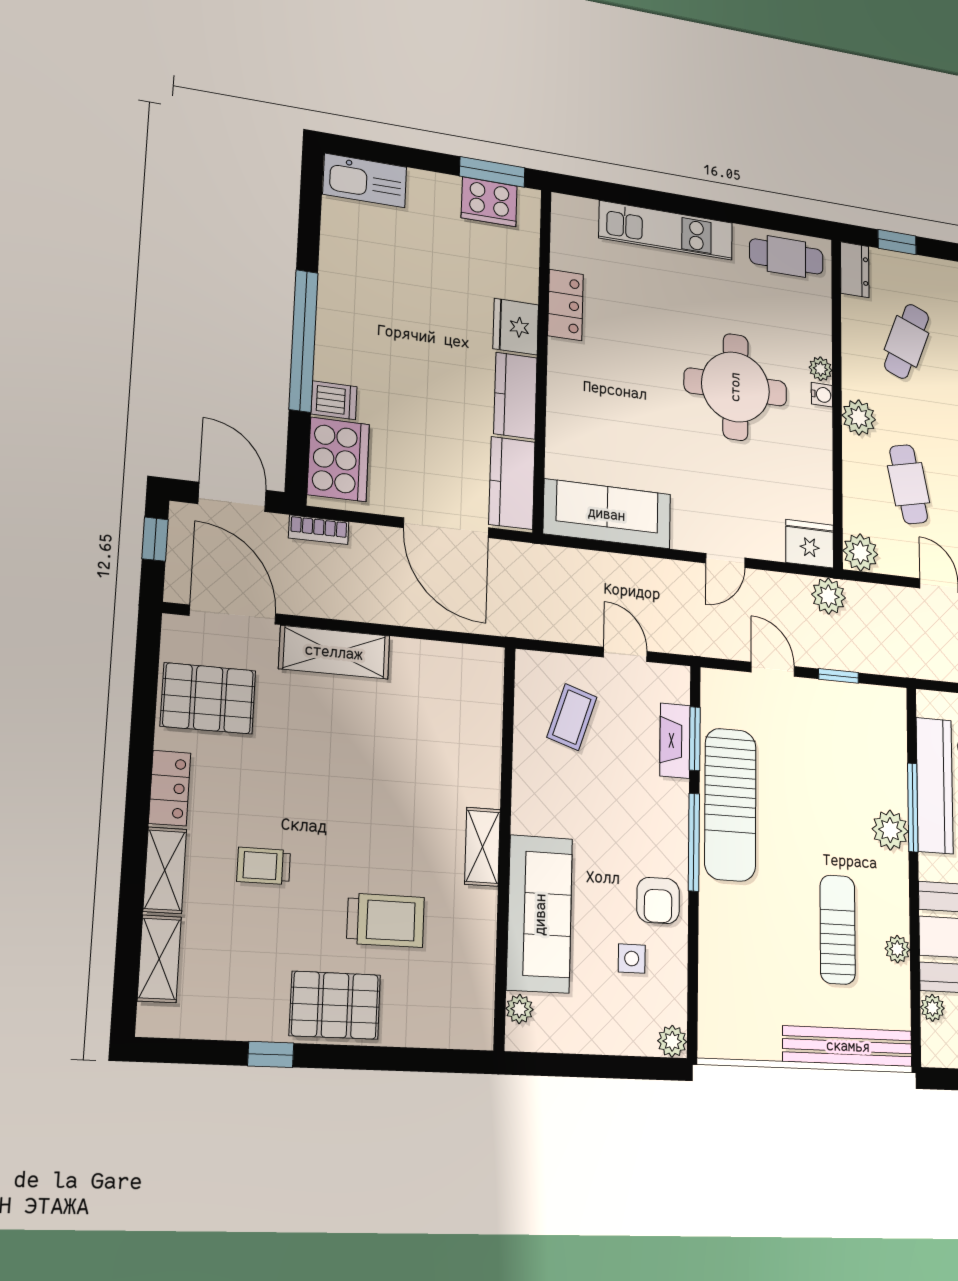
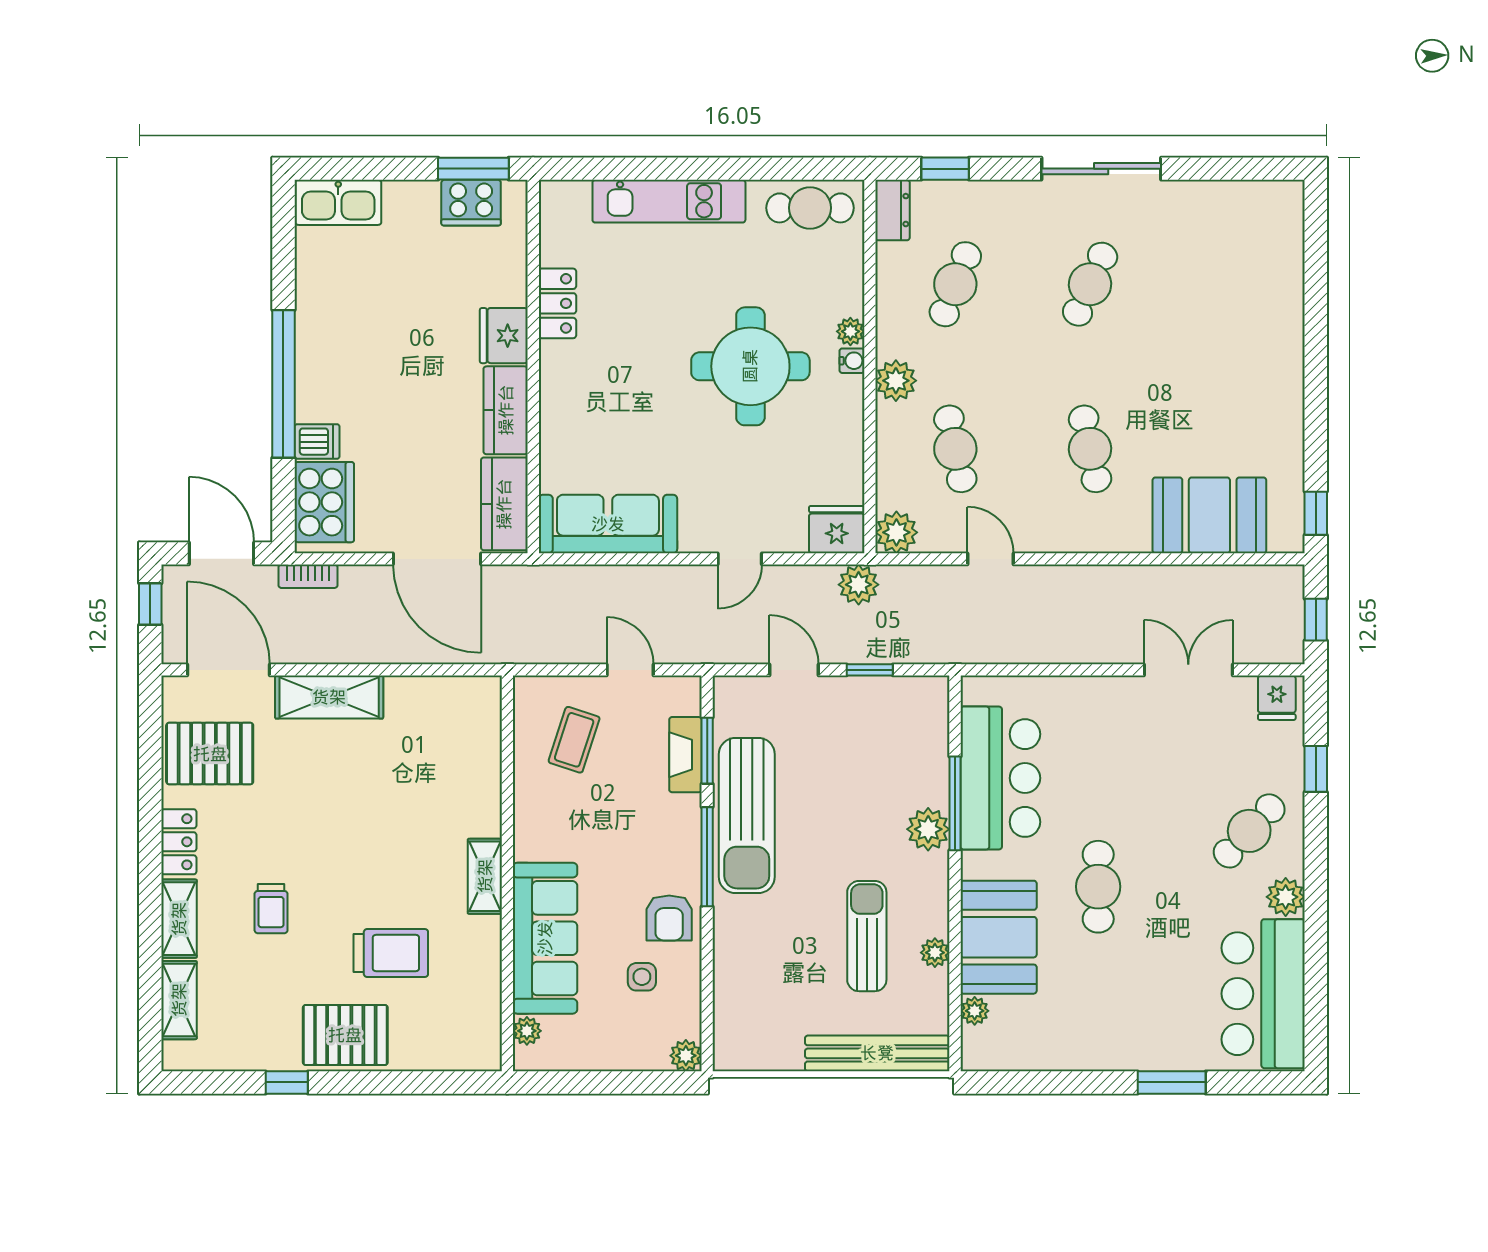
trolley: (264, 866) -> (271, 909), turned -90

